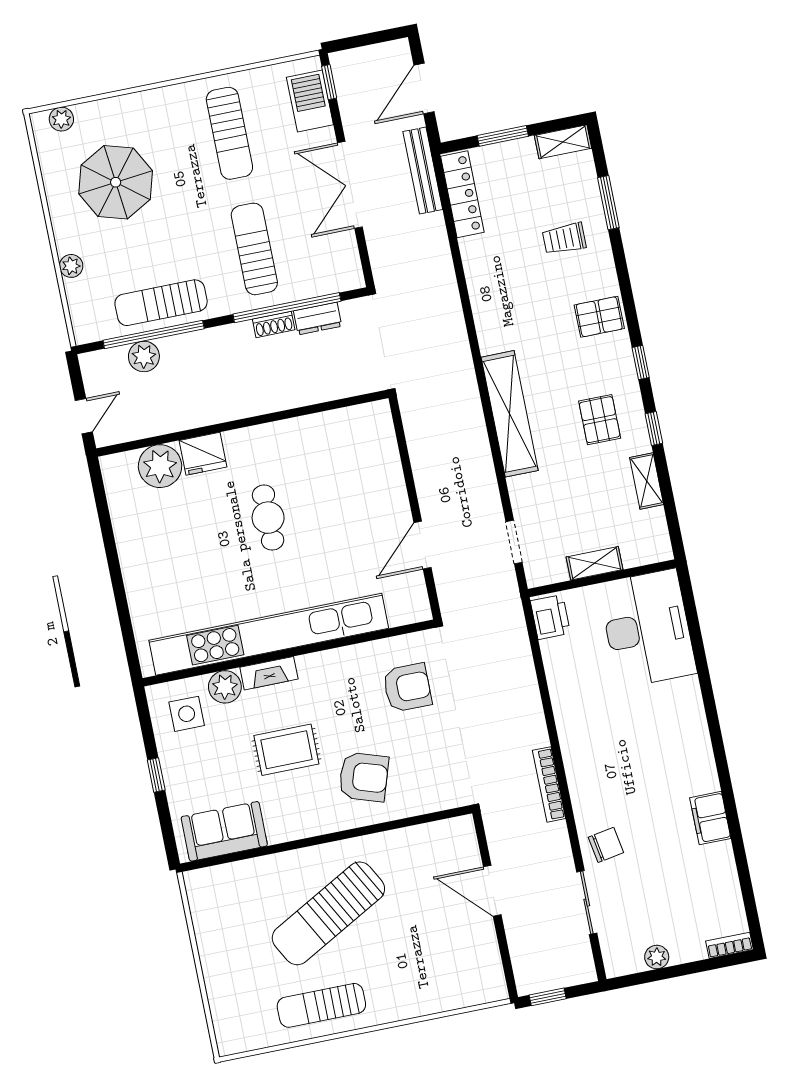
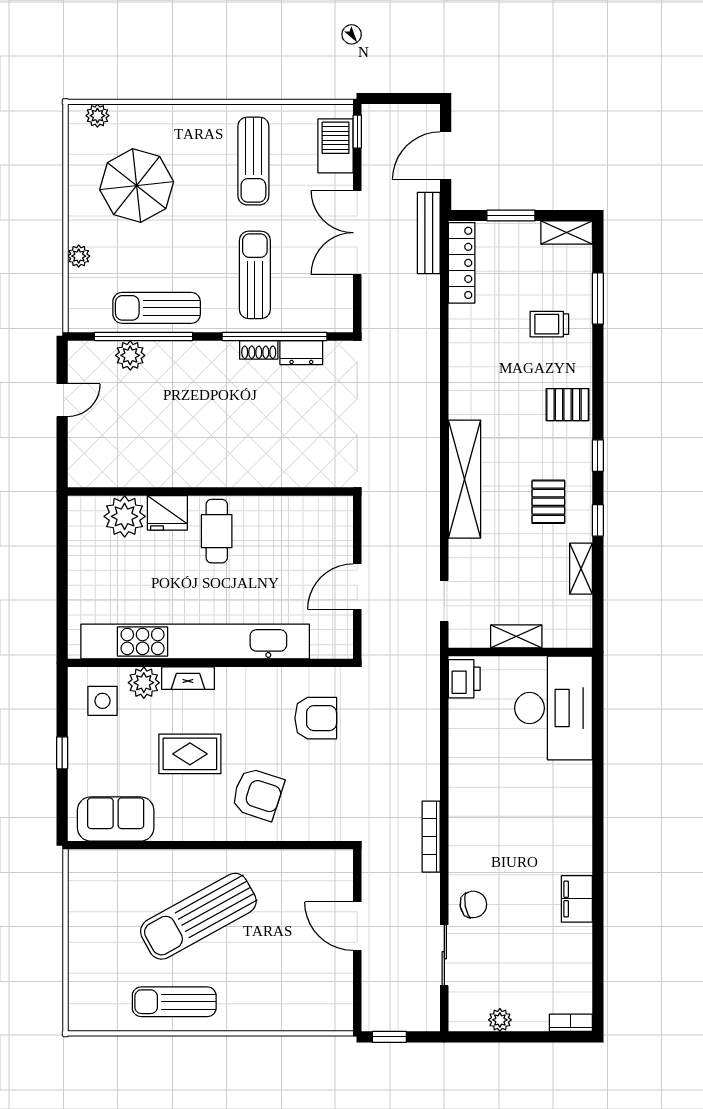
wall: (242, 423) -> (210, 492), moved
fridge: (203, 454) -> (167, 513), moved
plant: (160, 466) -> (125, 516), moved

